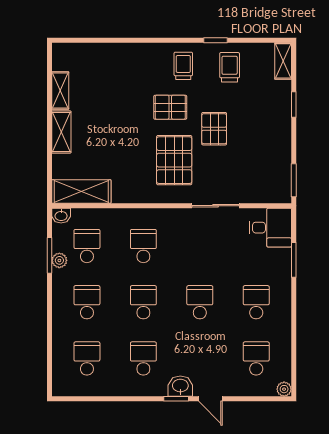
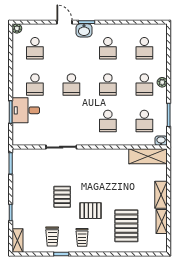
pallet: (174, 160) -> (126, 226), moved
desk: (270, 228) -> (26, 110), moved
plant: (59, 260) -> (162, 82), moved

